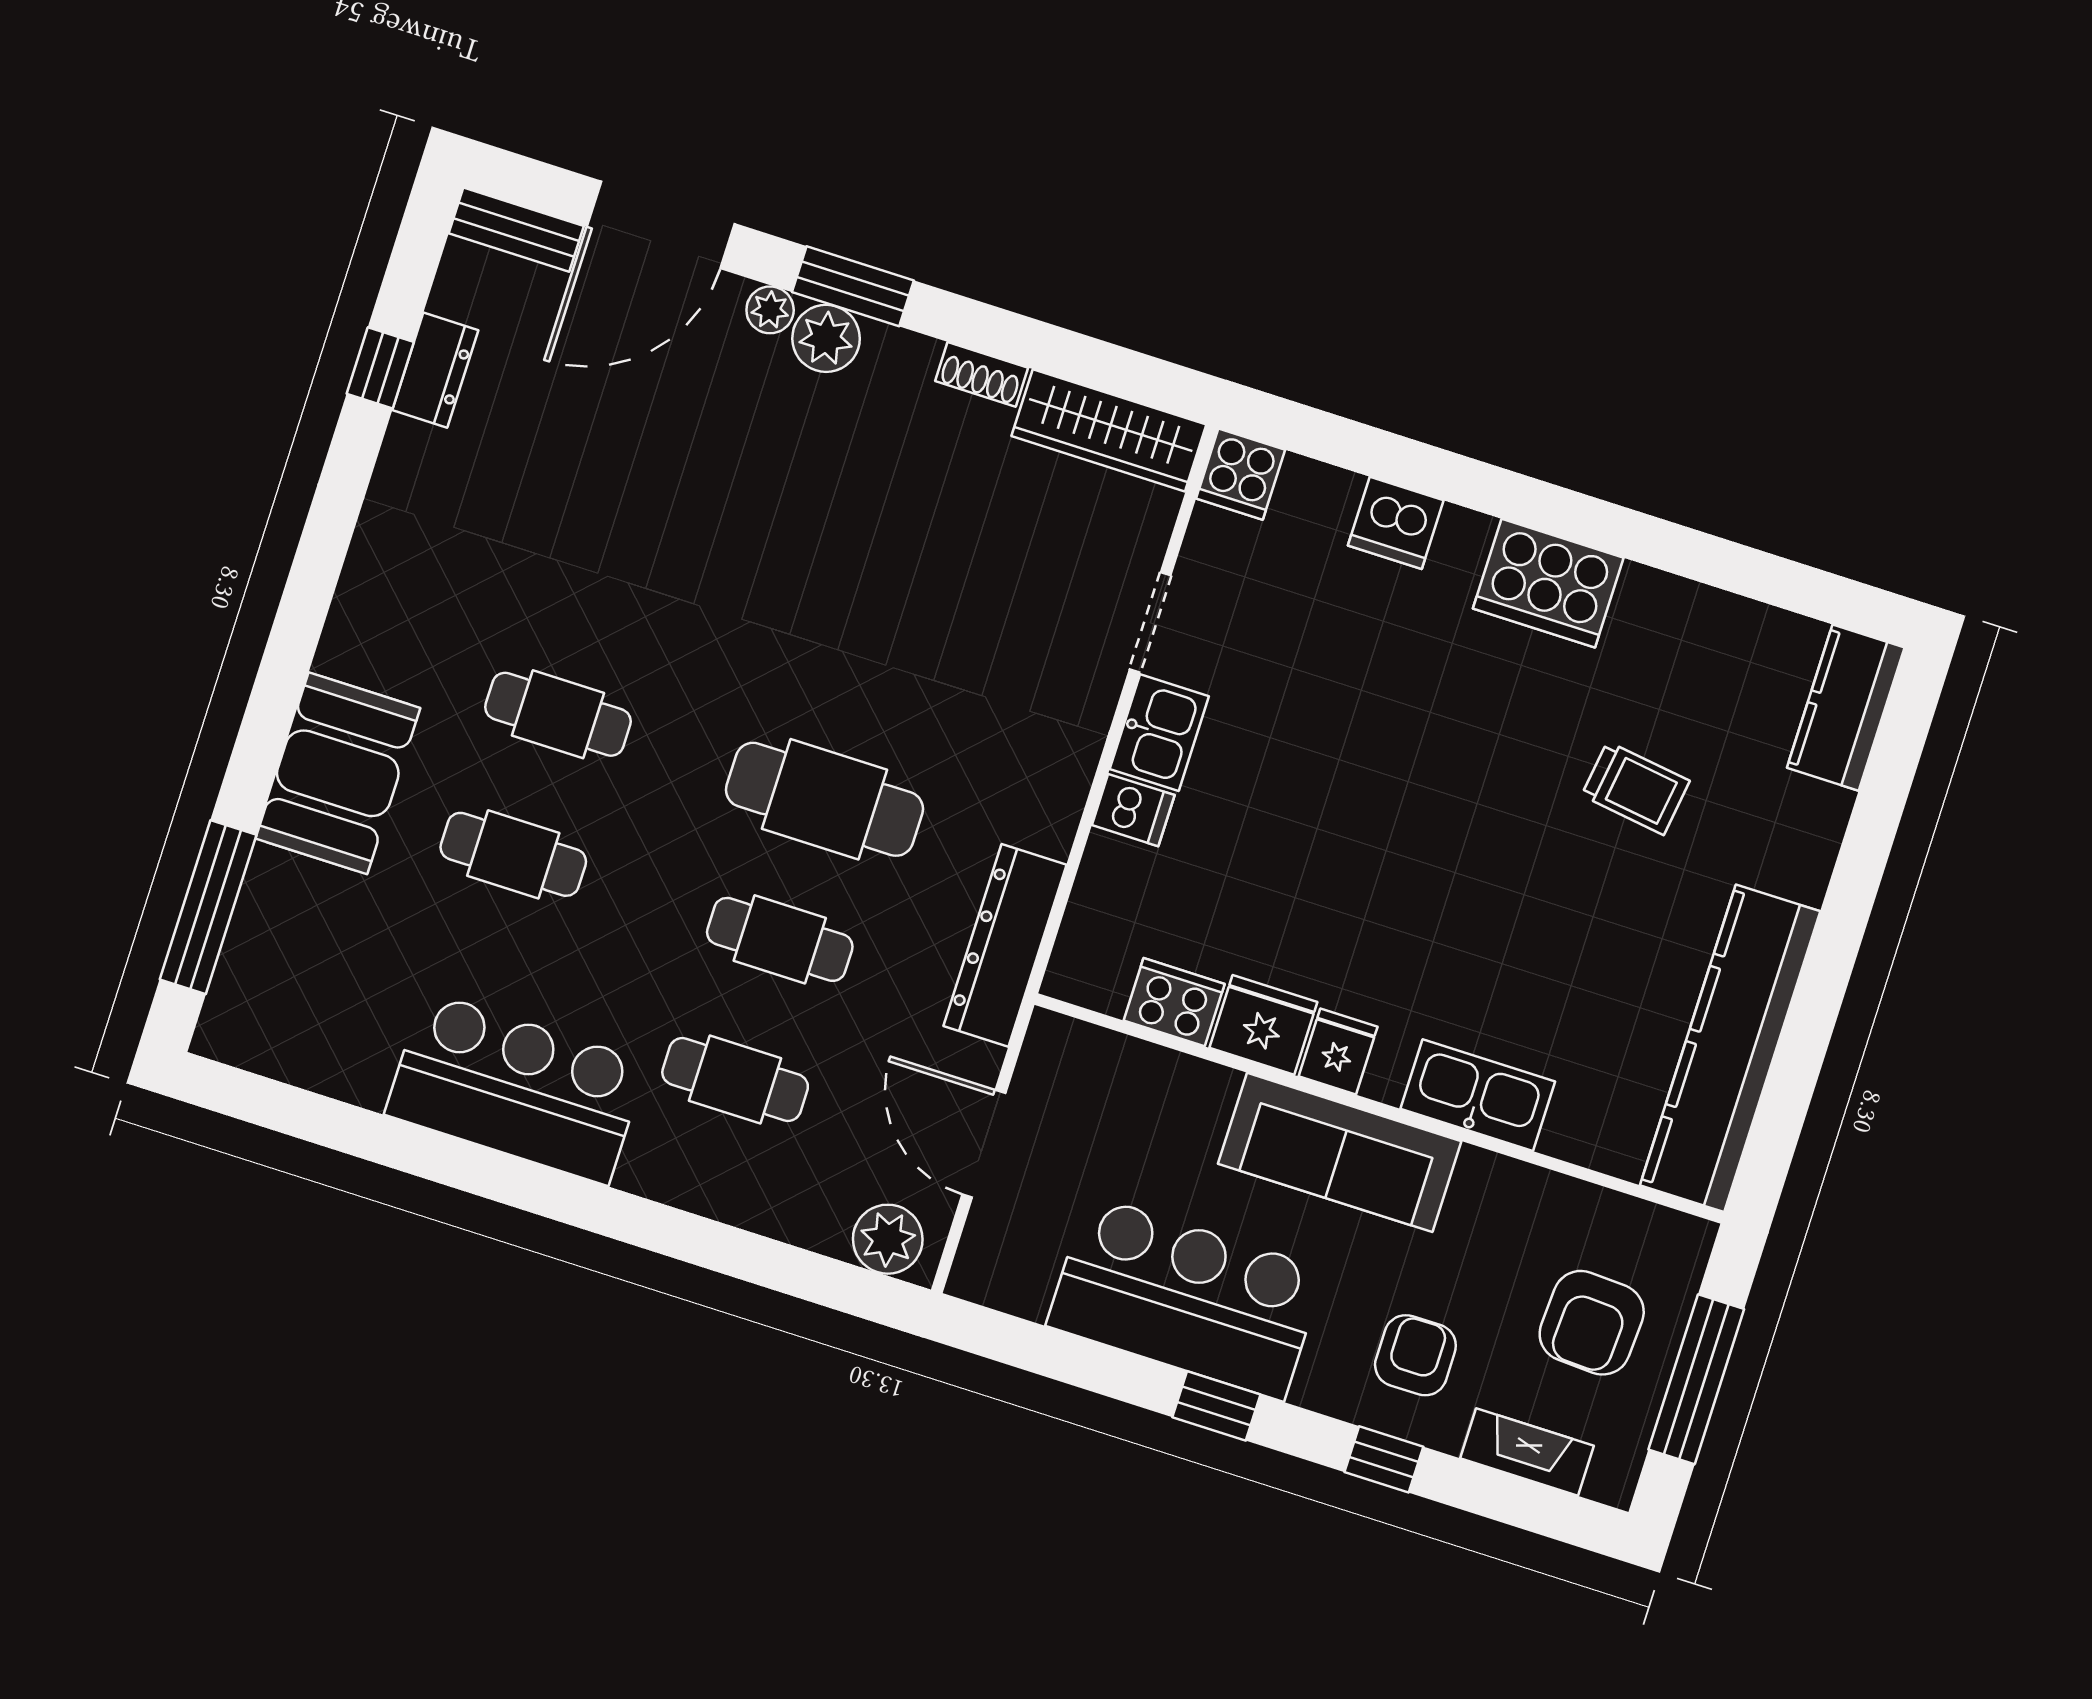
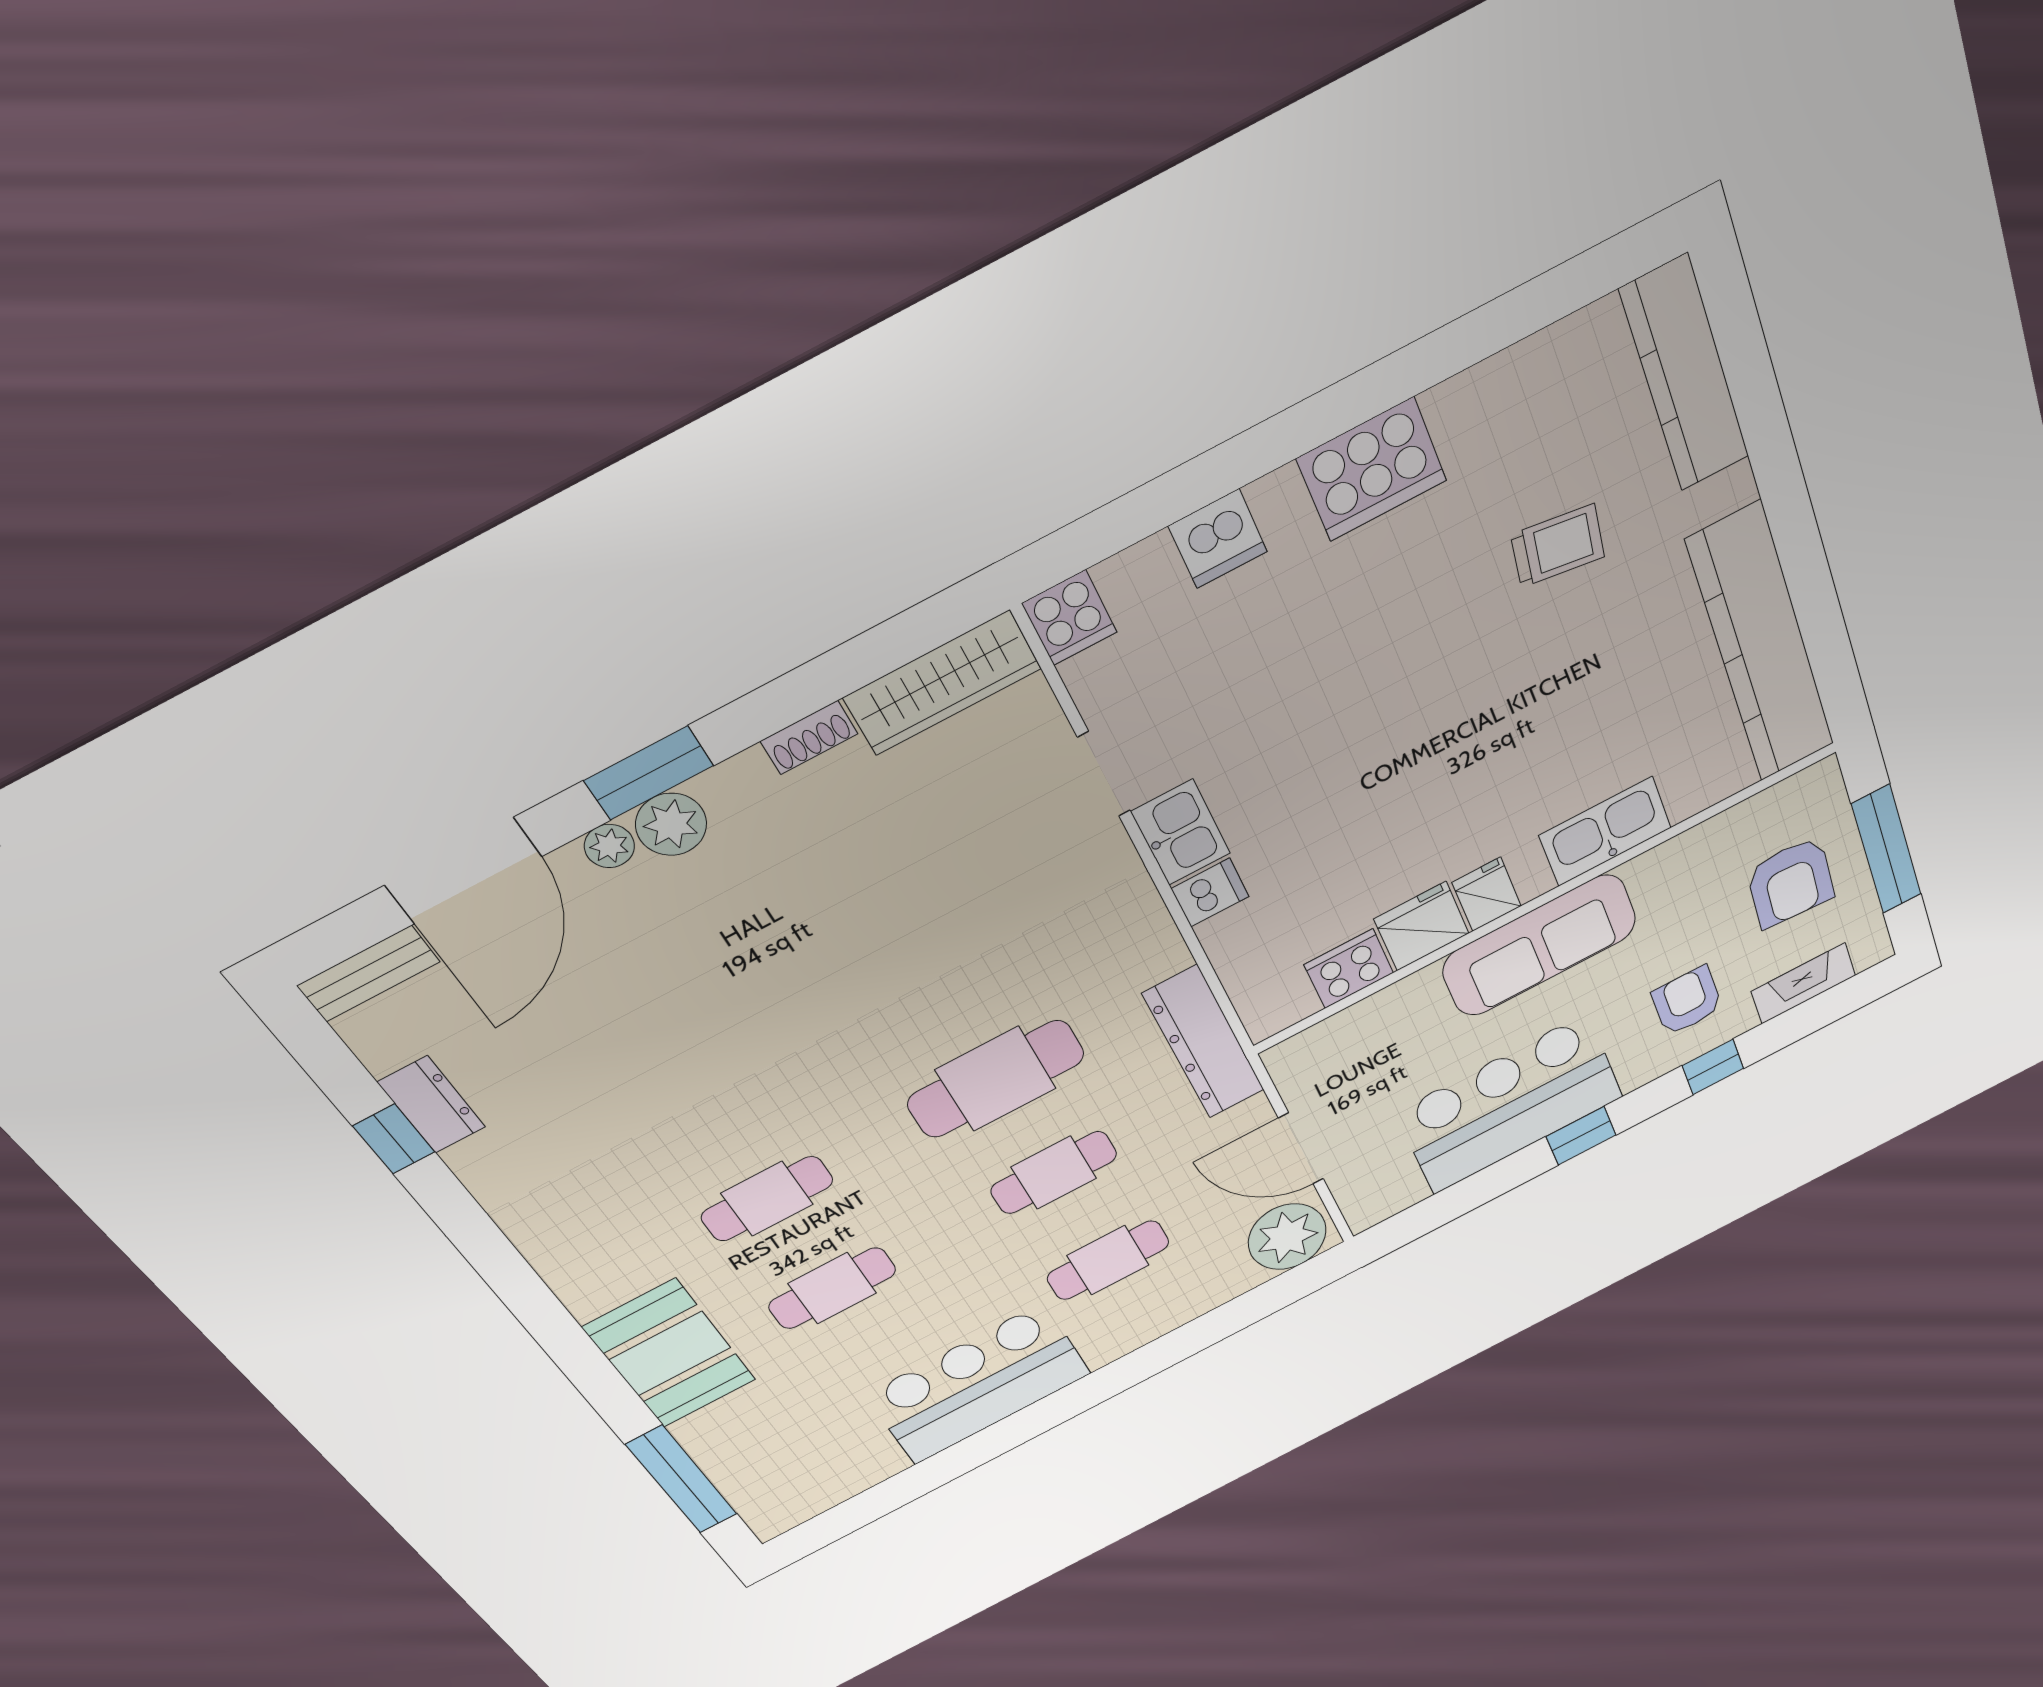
kitchen counter: (1846, 708) -> (1685, 374), width x1.50
plant: (888, 1239) -> (1287, 1237), width x1.36, depth x1.36

